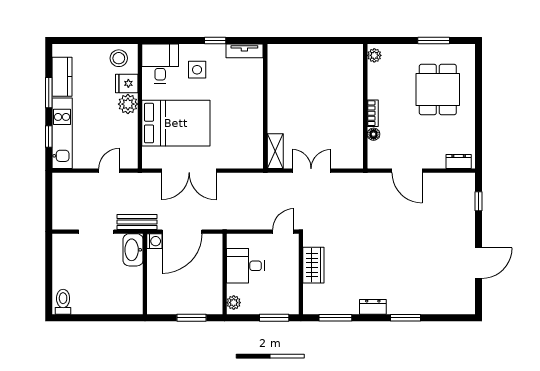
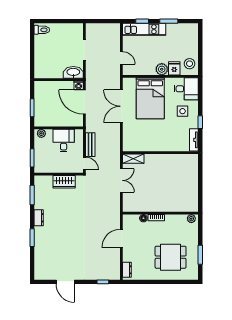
kitchen counter: (62, 77) -> (178, 29), removed
bench: (137, 222) -> (90, 145), moved

